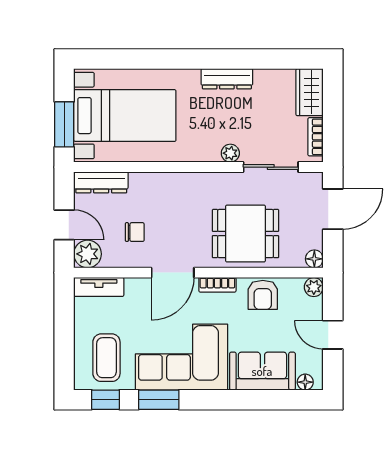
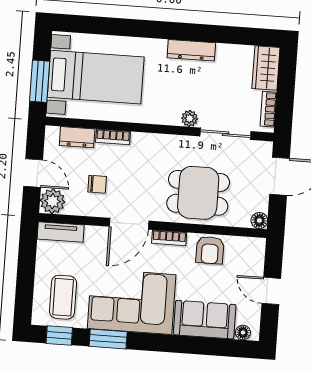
bookcase: (148, 179) -> (113, 137), added
dresser: (101, 182) -> (77, 137), width x0.70
plant: (314, 287) -> (257, 246), removed

